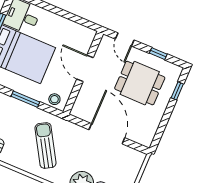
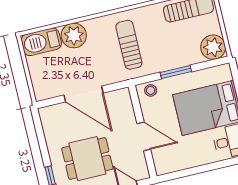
sun lounger: (46, 145) -> (129, 45), turned -149

